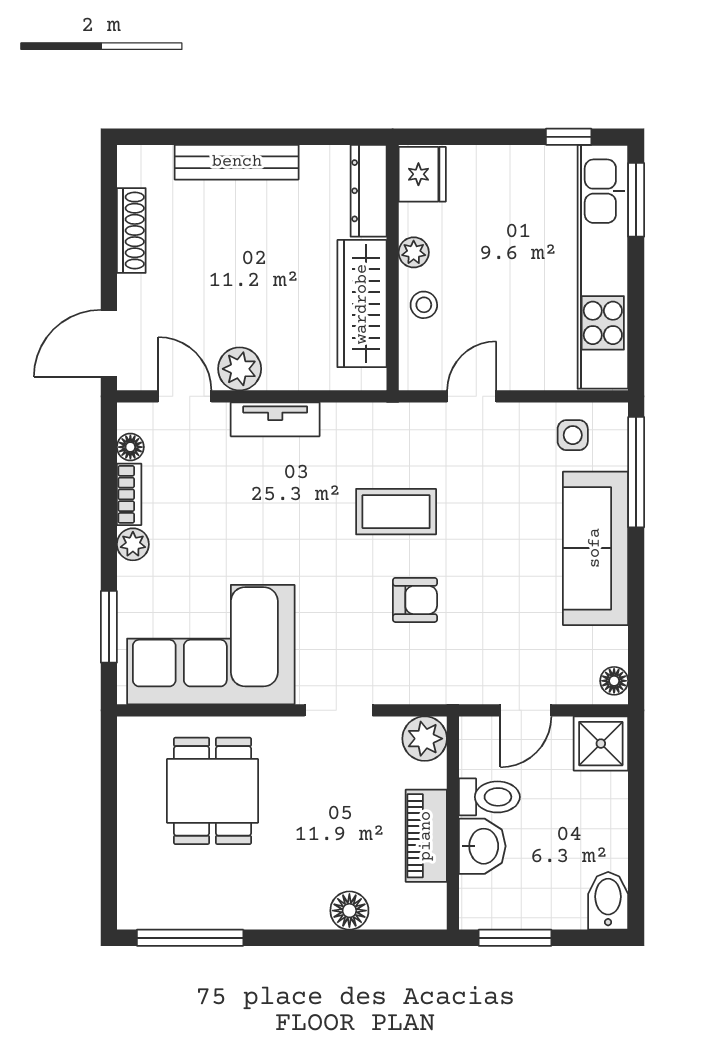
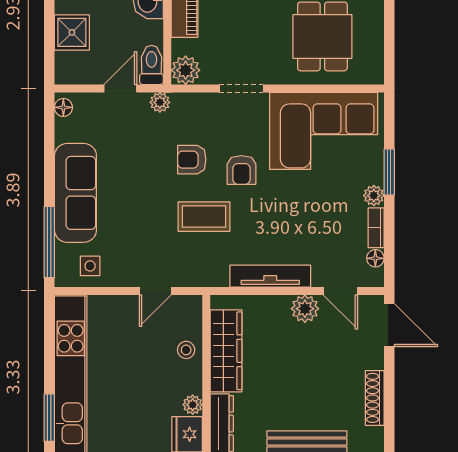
plant: (414, 252) -> (193, 405), moved
door: (109, 343) -> (389, 325), hinge flipped
tv unit: (275, 419) -> (270, 276), width x1.41
armchair: (338, 584) -> (241, 170), added
window: (109, 627) -> (389, 172), moved
plant: (464, 689) -> (160, 102), added
shower: (601, 744) -> (72, 32), moved
toilet: (489, 797) -> (152, 65), moved, turned 90

